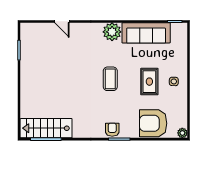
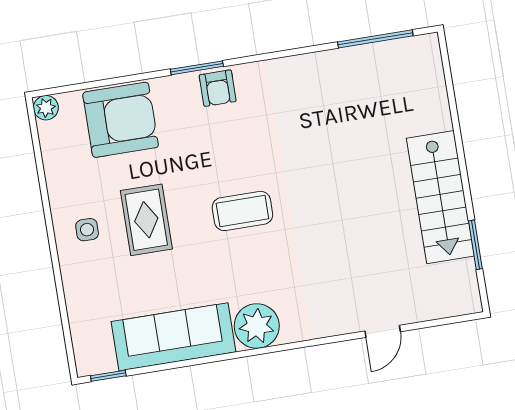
door: (62, 21) -> (383, 331), swing flipped
coffee table: (110, 79) -> (242, 211), turned 90
stairs: (46, 128) -> (440, 197), moved, turned 90

